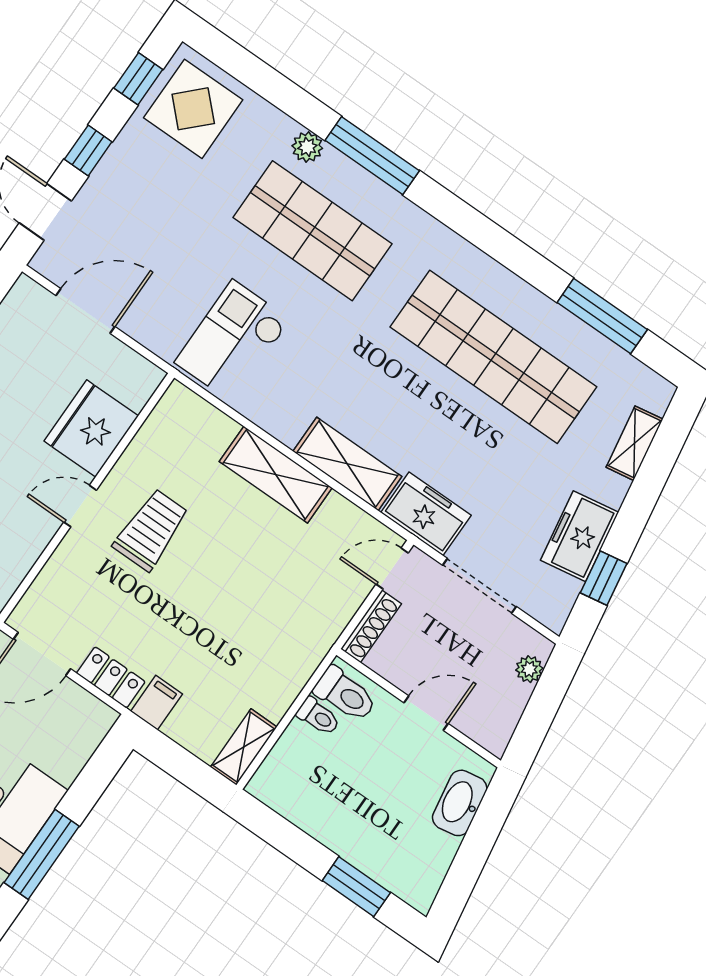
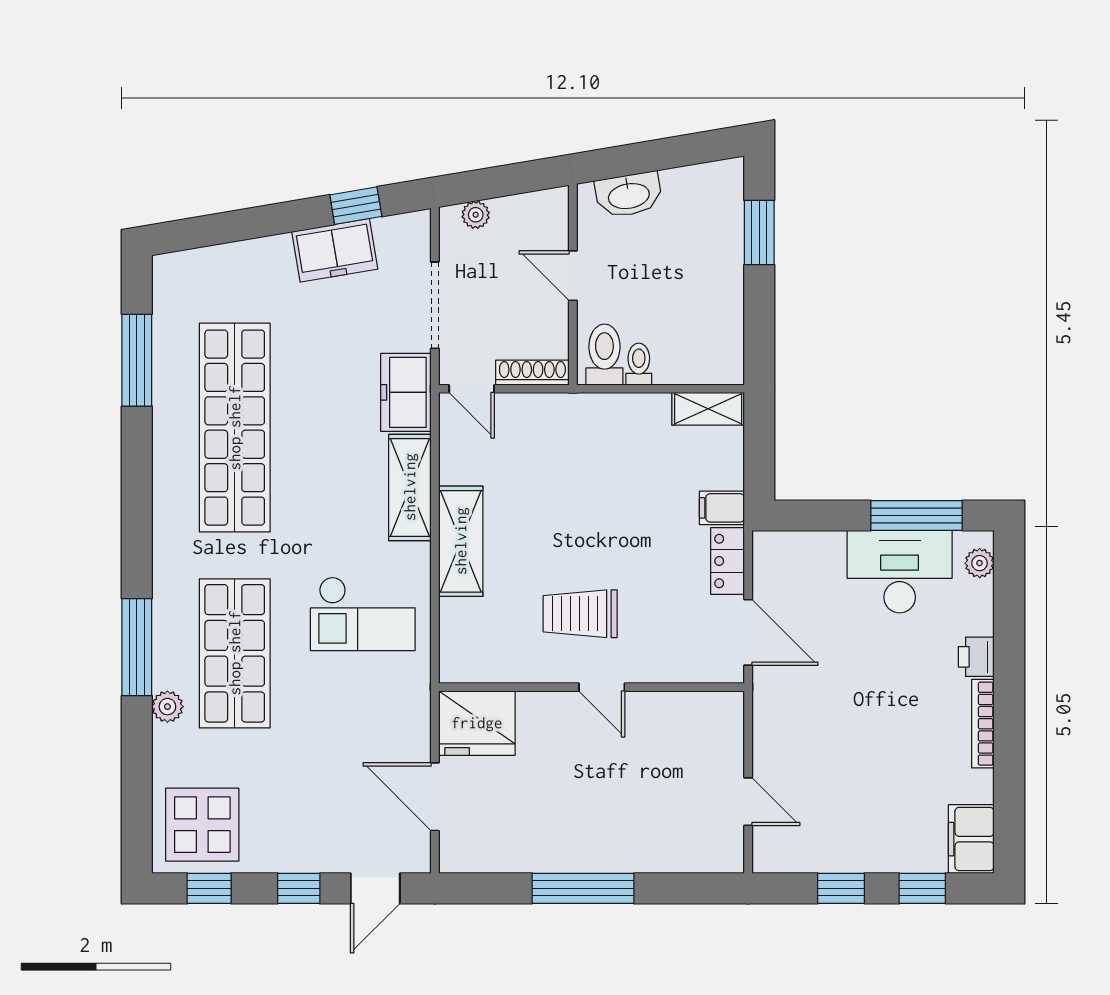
checkout: (232, 341) -> (363, 614), moved
fridge: (91, 428) -> (477, 723), moved
shelving: (634, 443) -> (225, 259), removed

